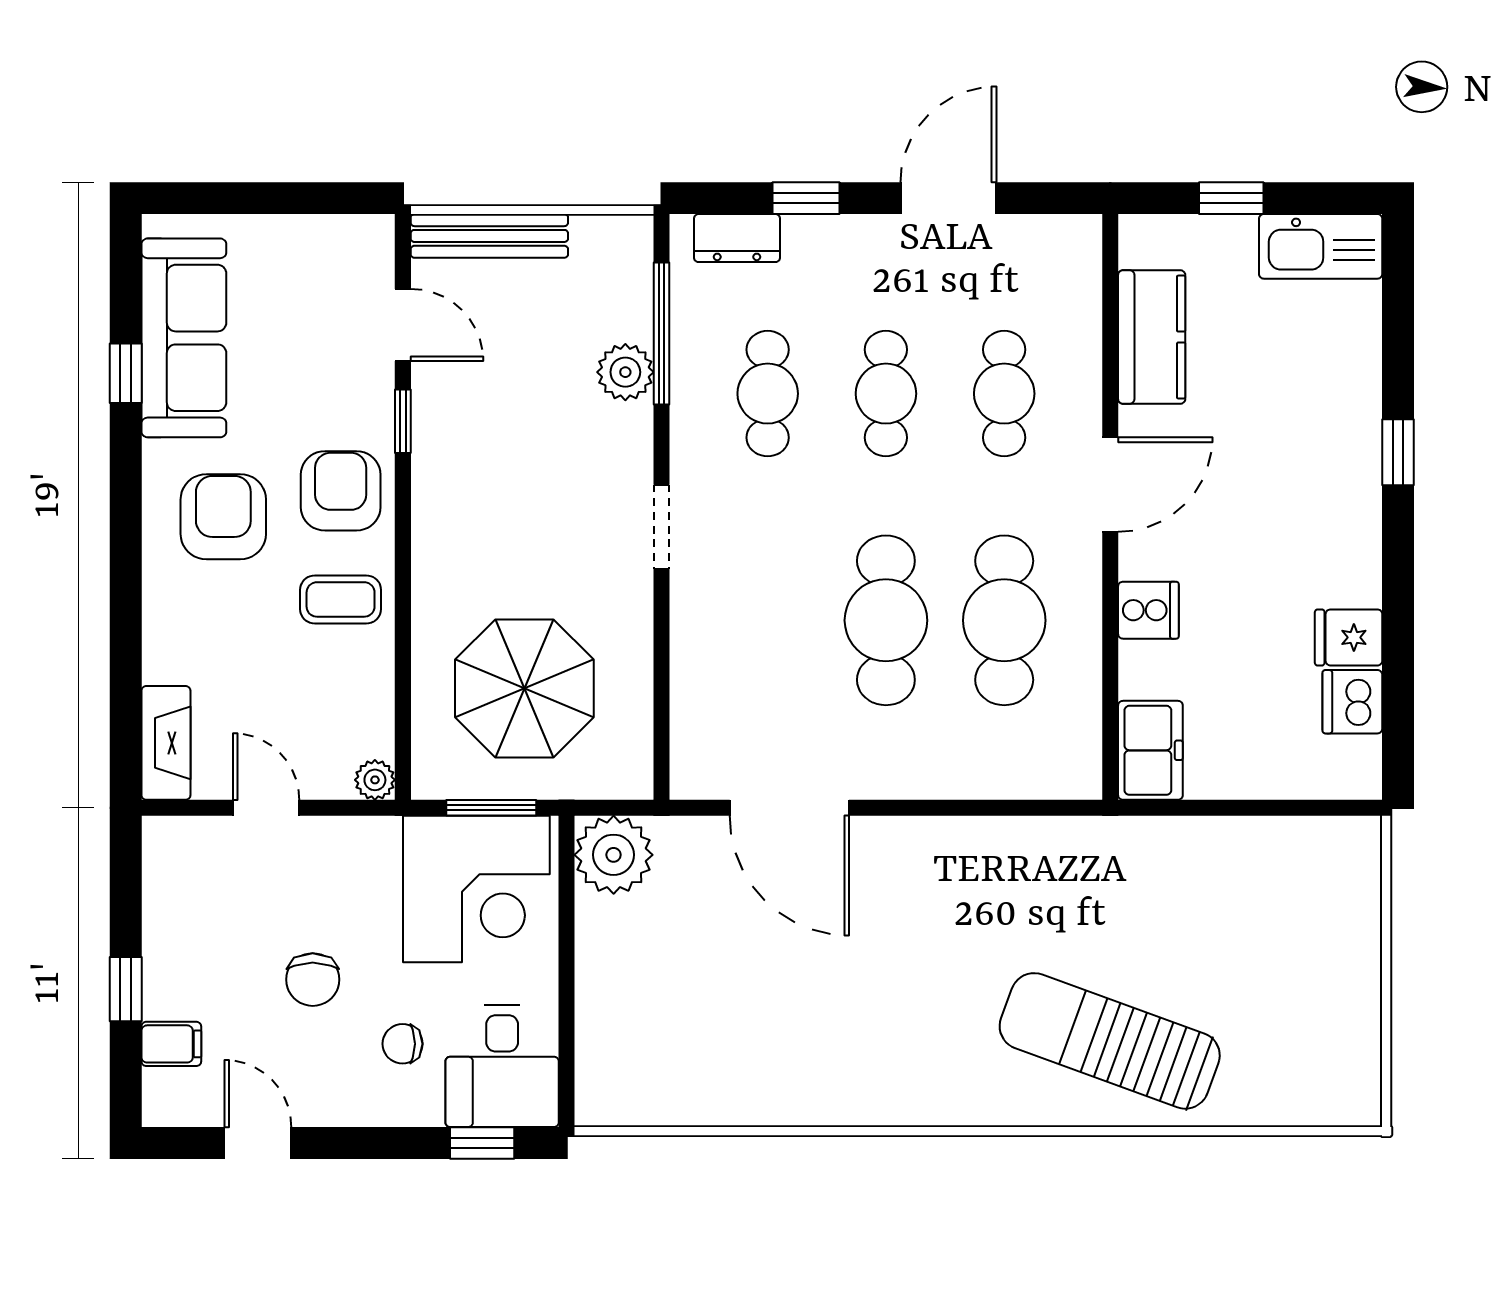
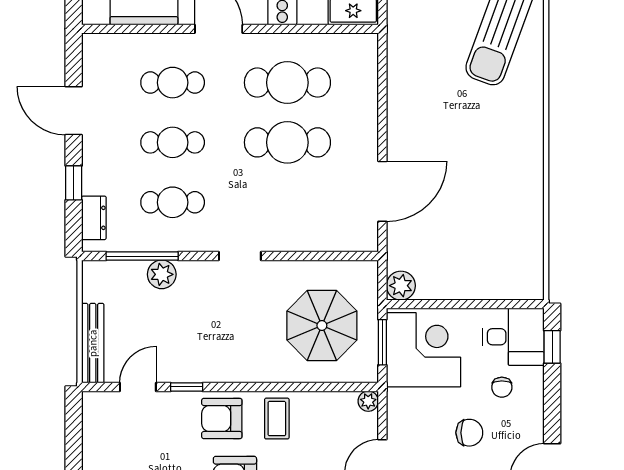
plant: (614, 855) -> (401, 286), width x0.73, depth x0.73

